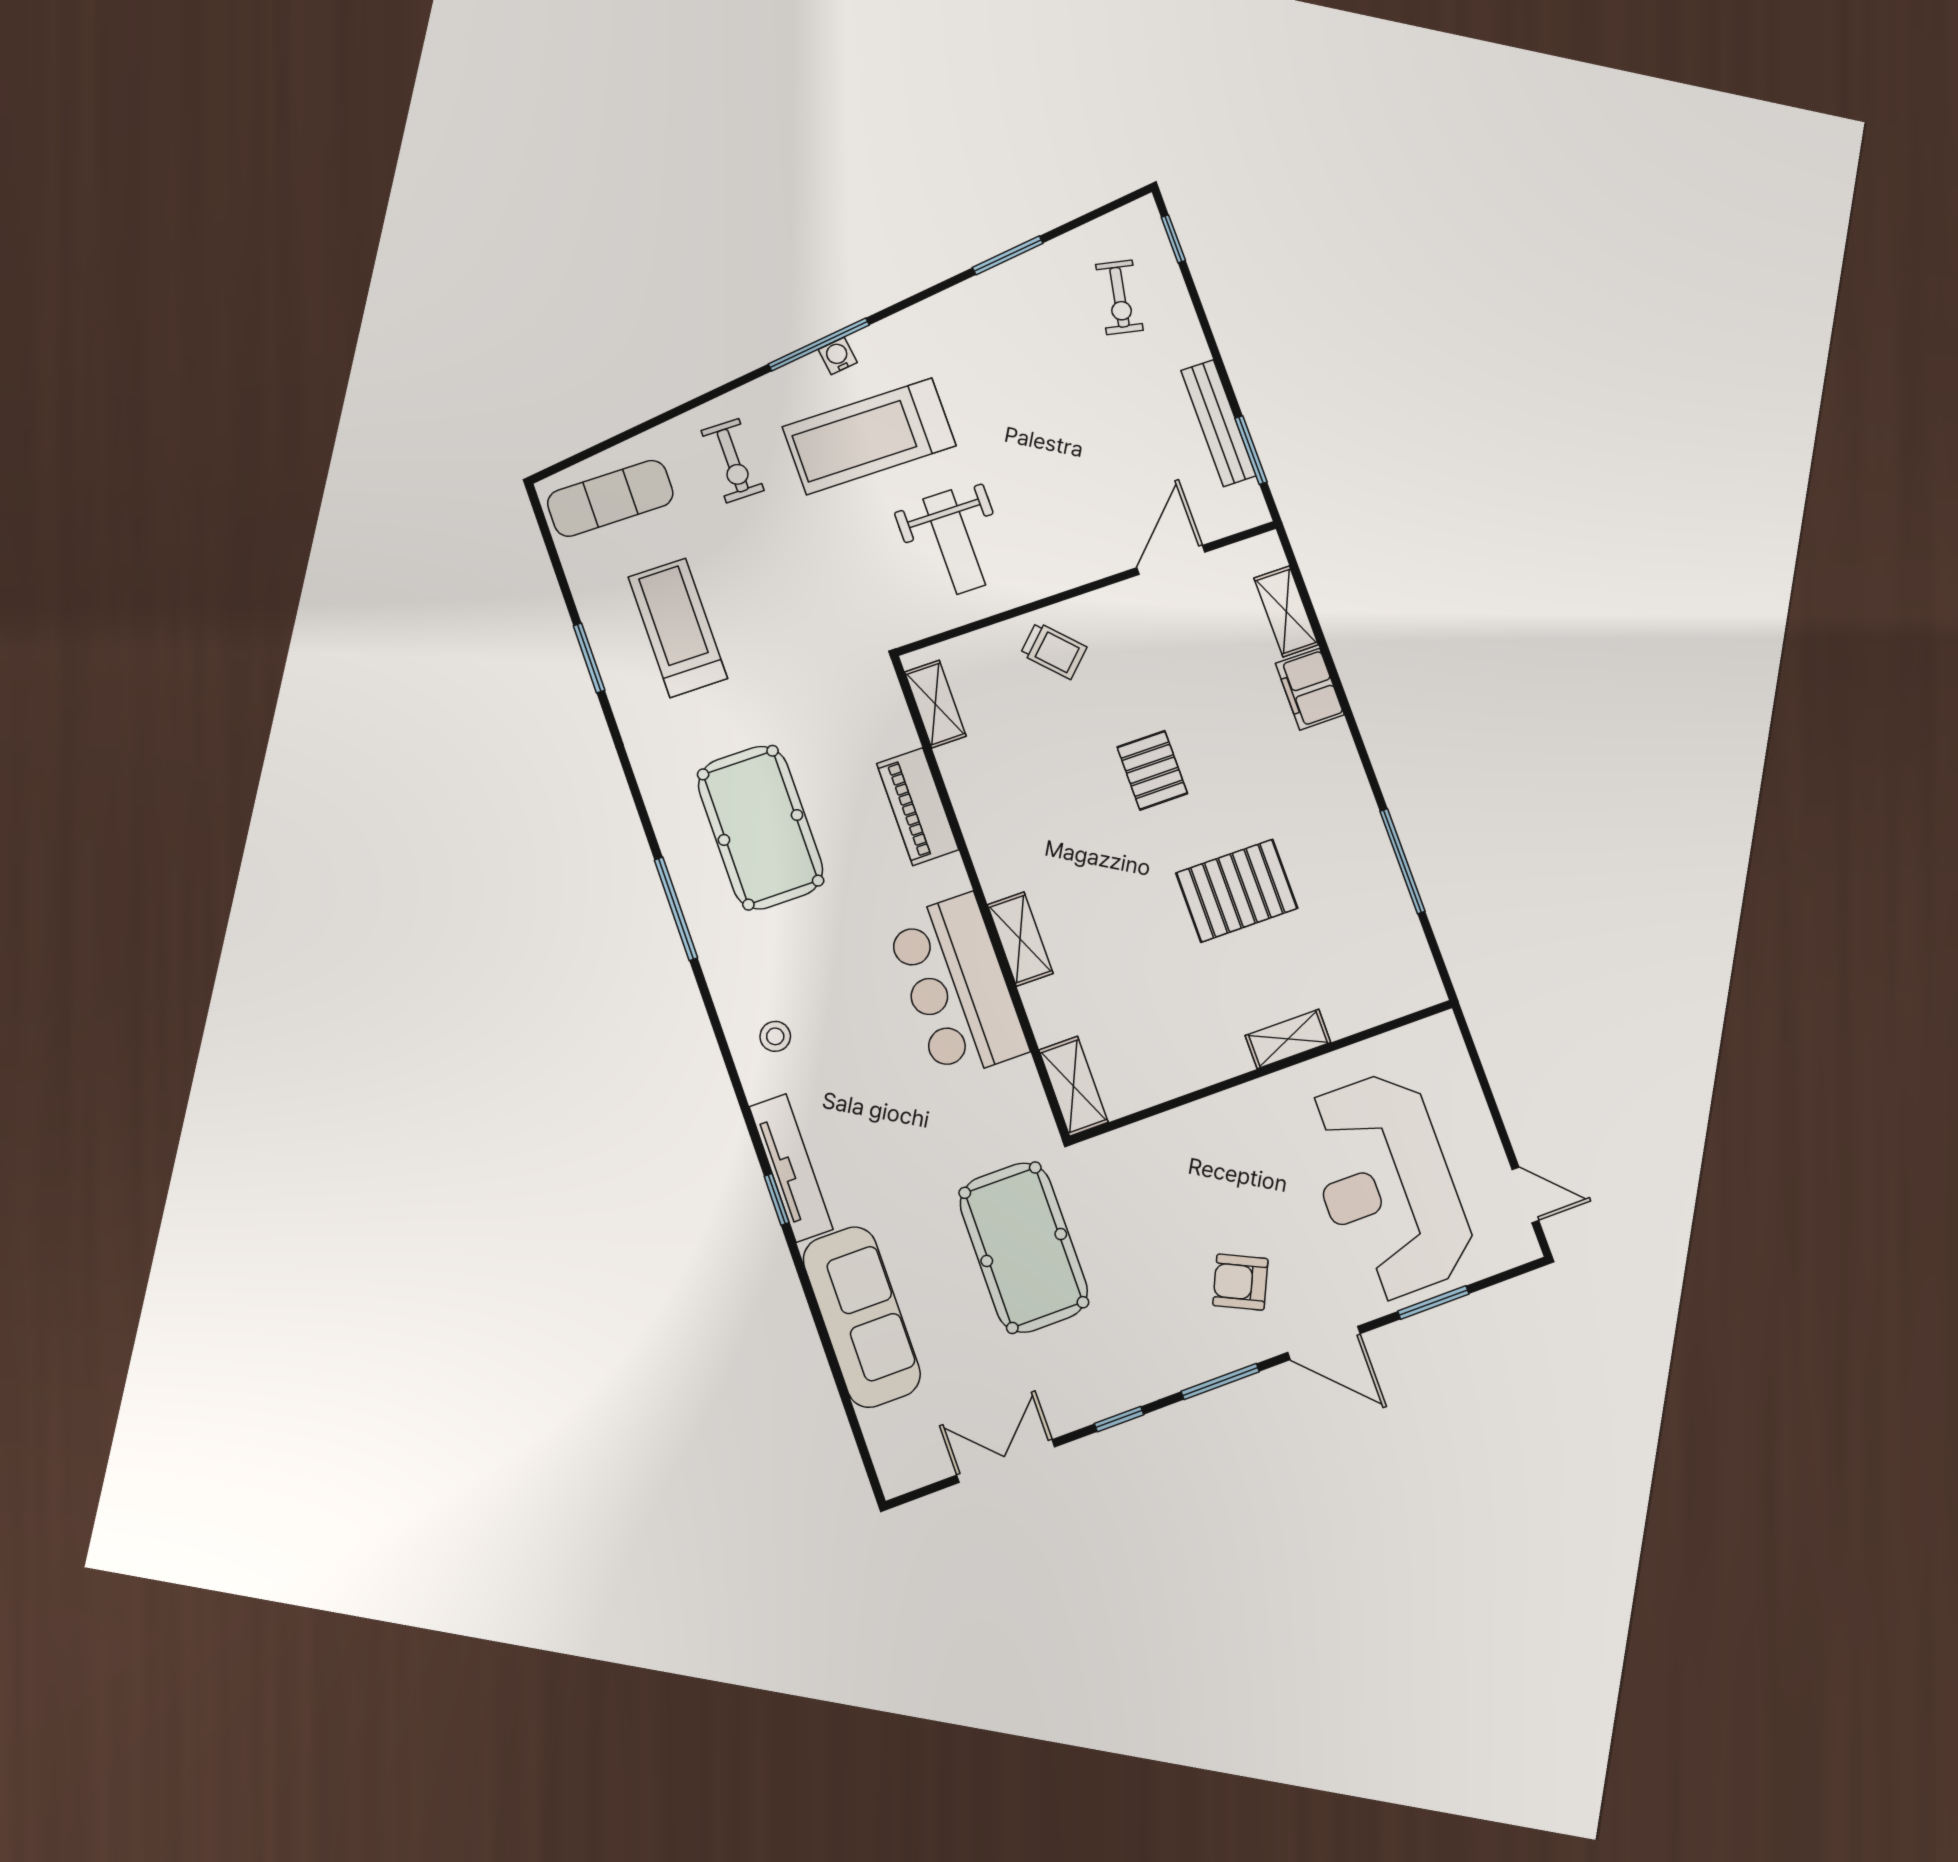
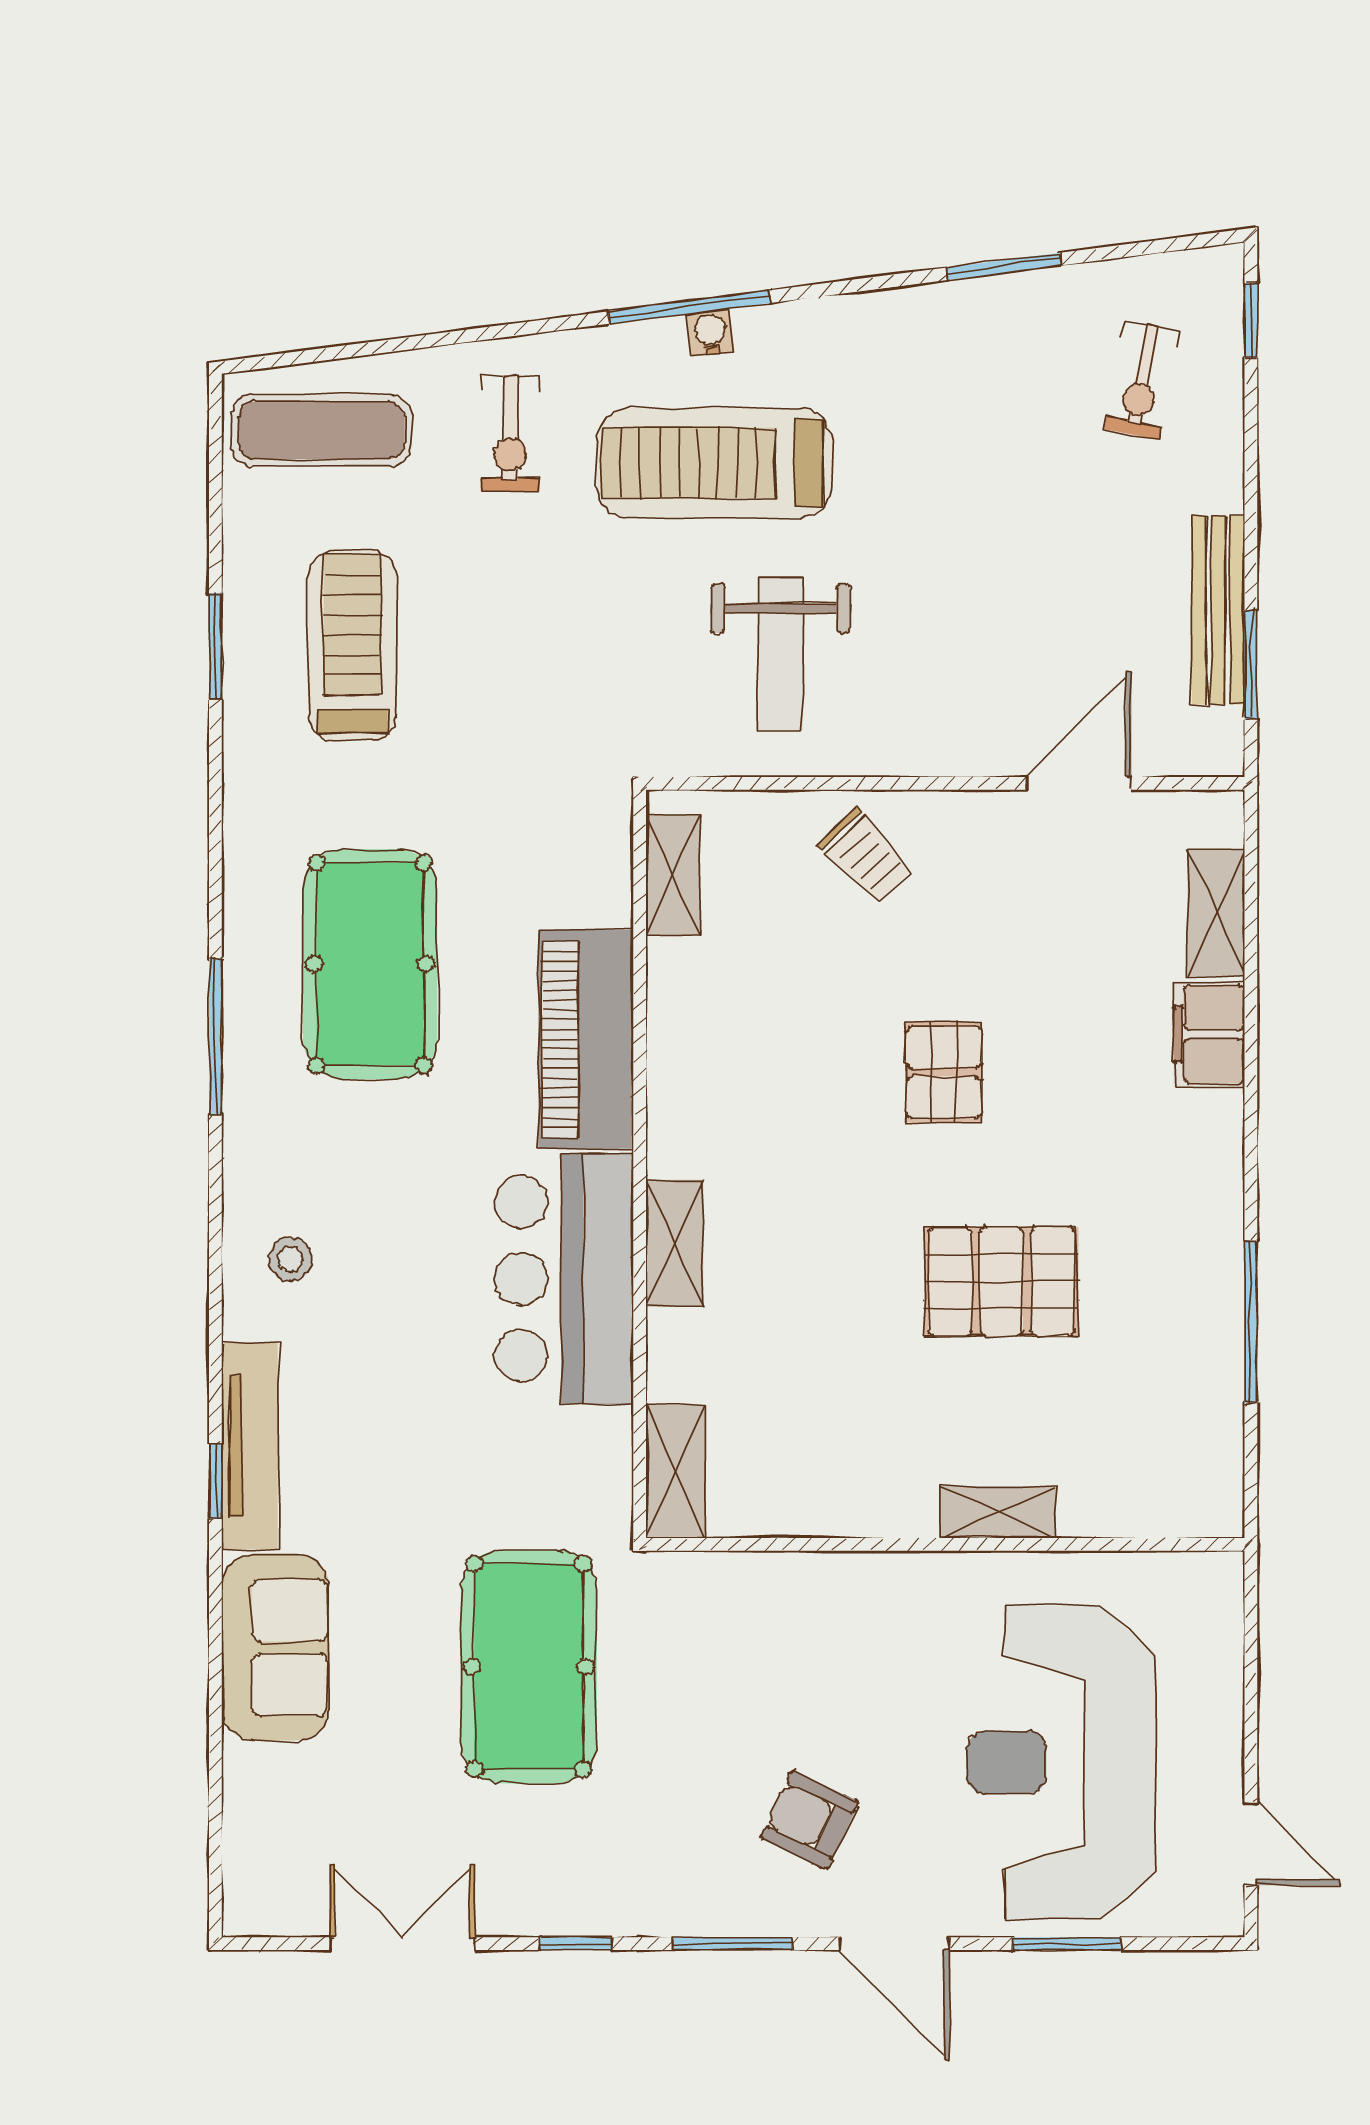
piano: (918, 807) -> (586, 1039), width x1.37, depth x1.33
sofa: (862, 1317) -> (275, 1647), width x0.73

